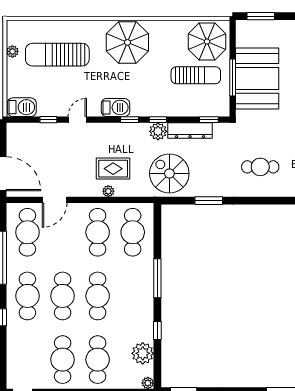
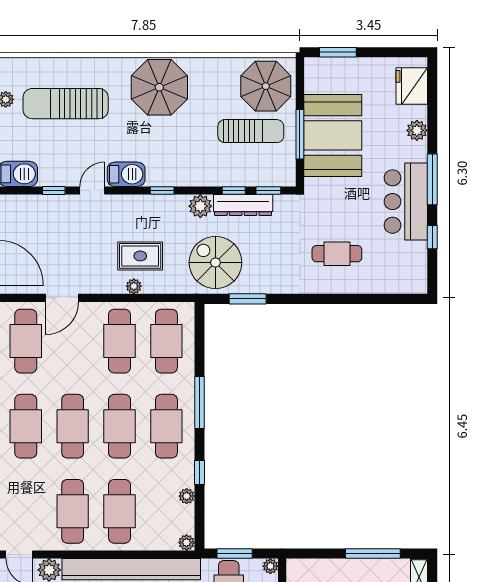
barbecue: (116, 107) -> (126, 174), moved
window: (158, 120) -> (234, 190), moved
window: (209, 201) -> (248, 299), moved
cafe table: (133, 296) -> (166, 426), added
plant: (143, 353) -> (187, 496), width x0.53, depth x0.53

